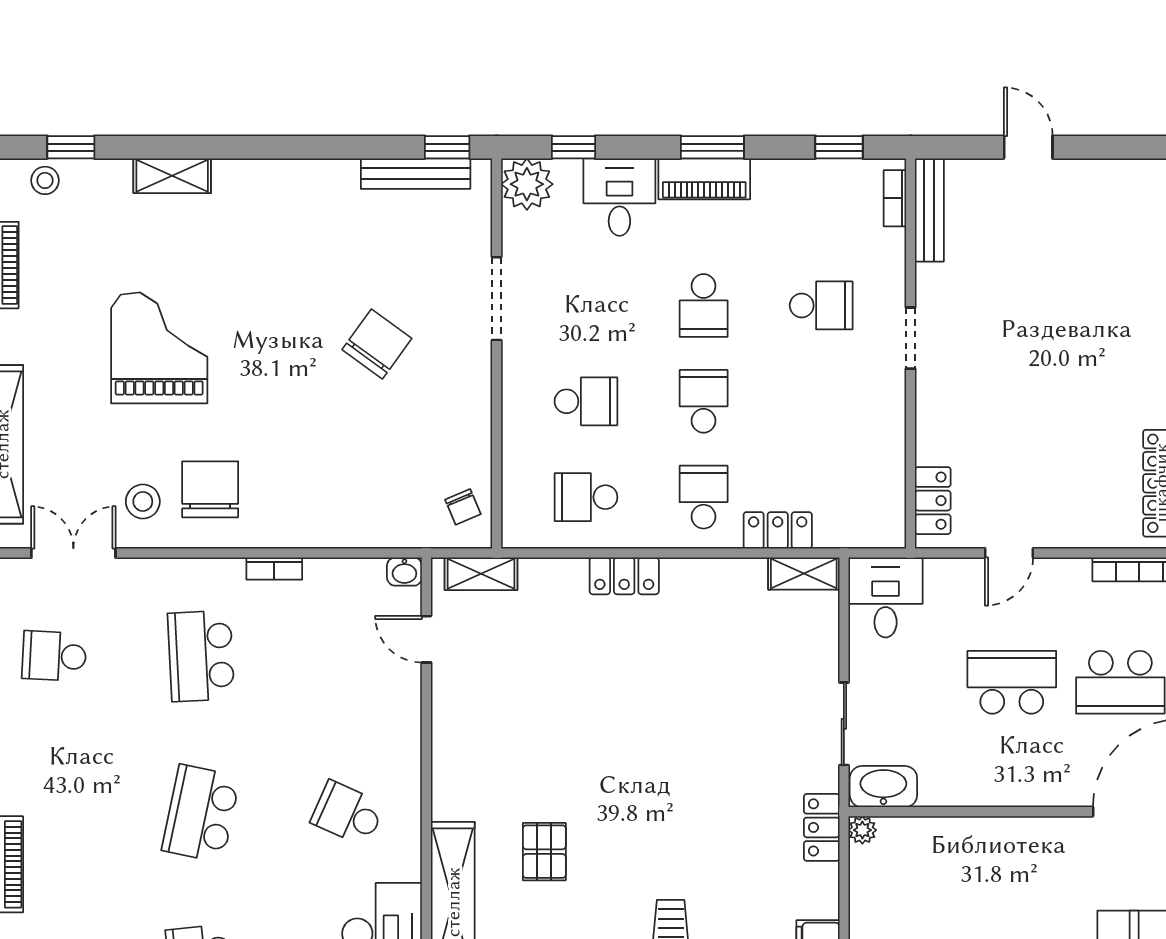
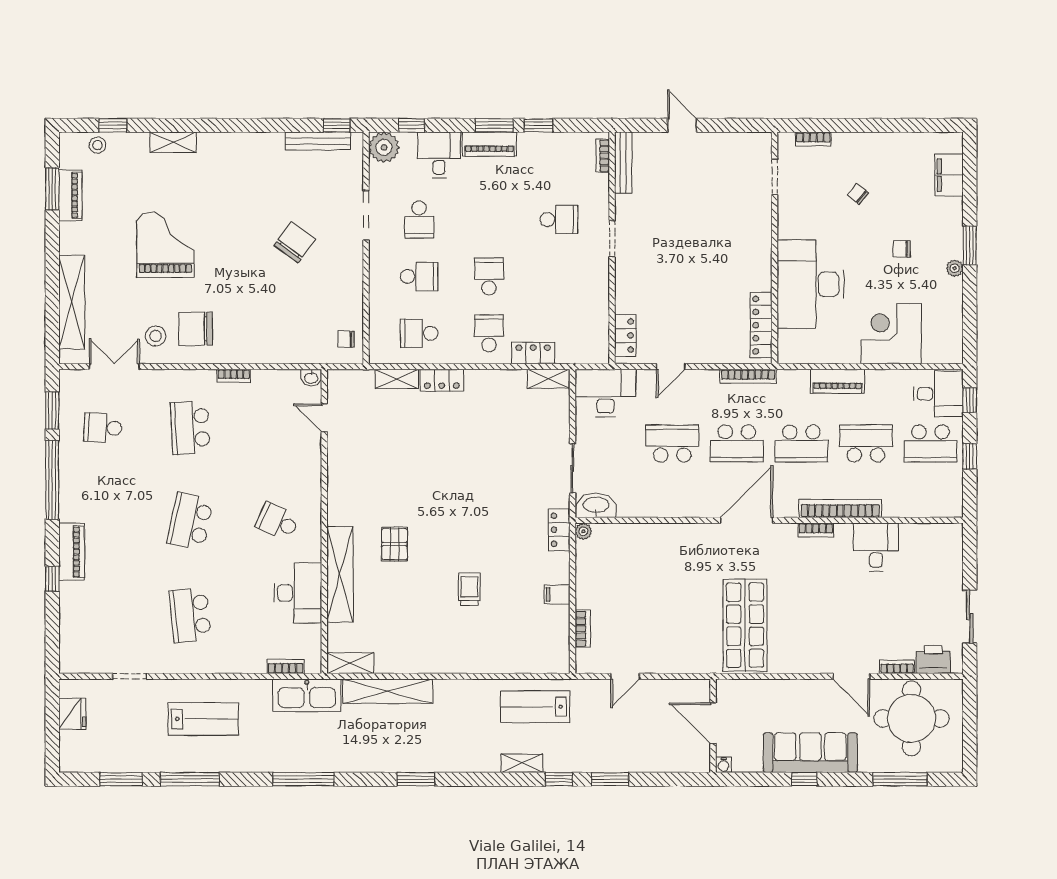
window: (839, 147) -> (538, 125), moved
school desk: (704, 305) -> (419, 219), moved
chair: (210, 489) -> (196, 329), turned -90
chair: (463, 507) -> (346, 339), turned 113
shelving: (481, 574) -> (397, 379), moved
desk: (886, 597) -> (605, 393), width x1.37

